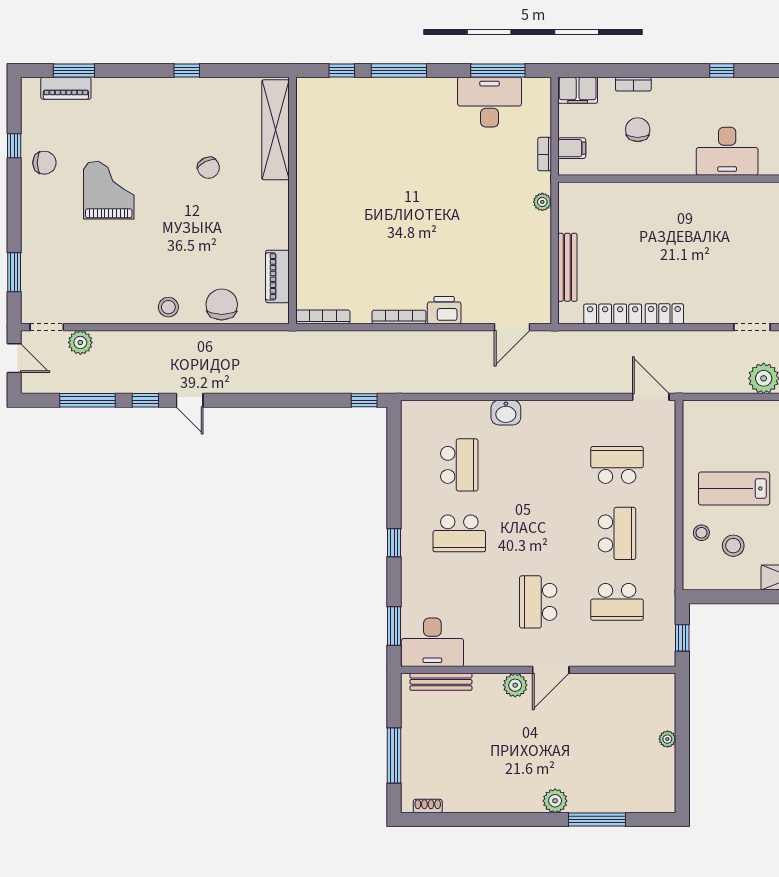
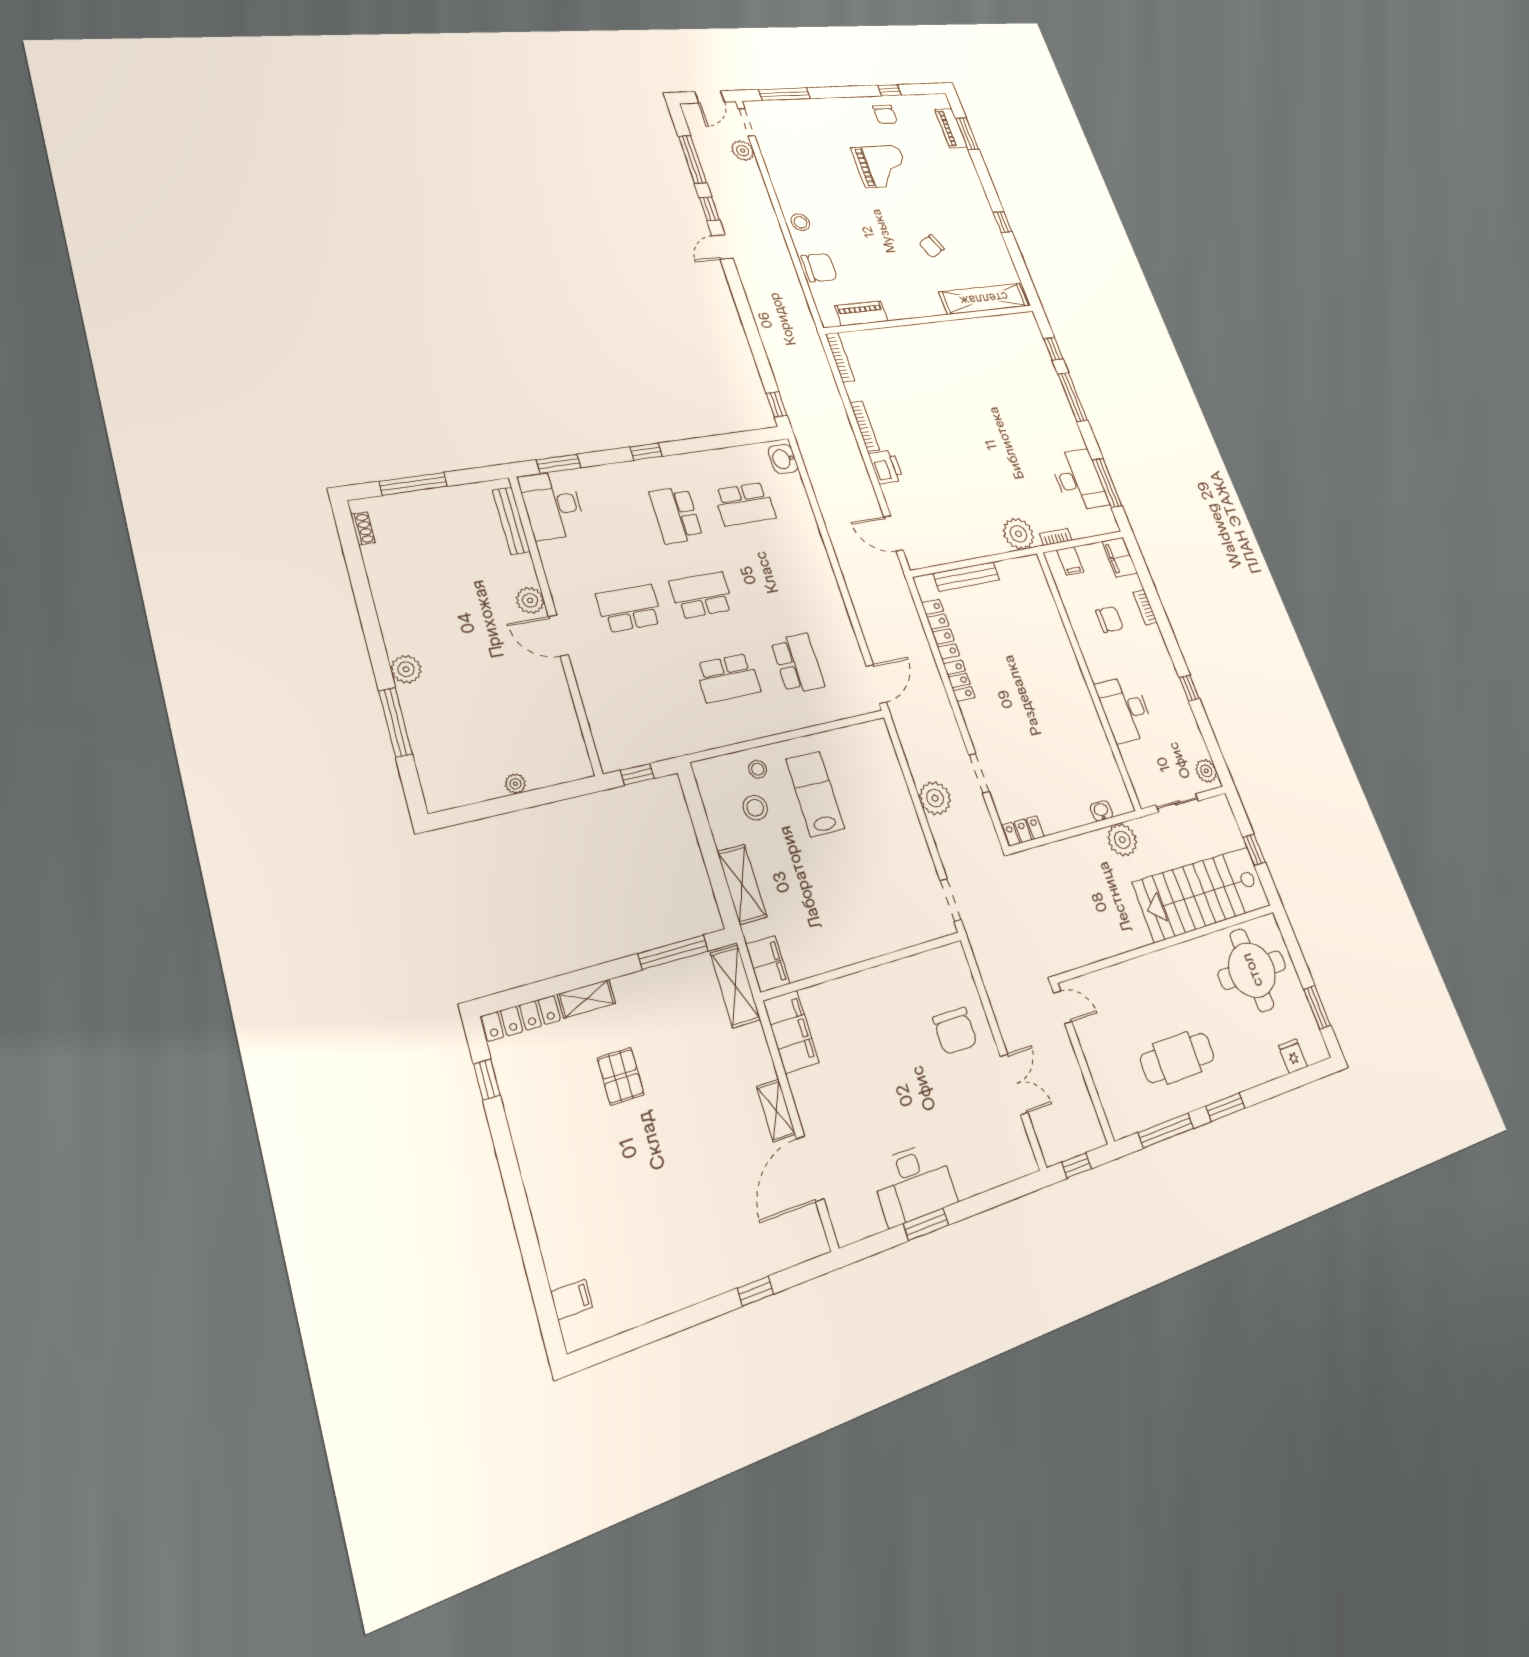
plant: (542, 202) -> (1018, 534), width x1.88, depth x1.88
window: (14, 272) -> (785, 94), width x1.44
washbasin: (506, 413) -> (783, 459), moved
school desk: (617, 602) -> (702, 595), moved, turned 90

